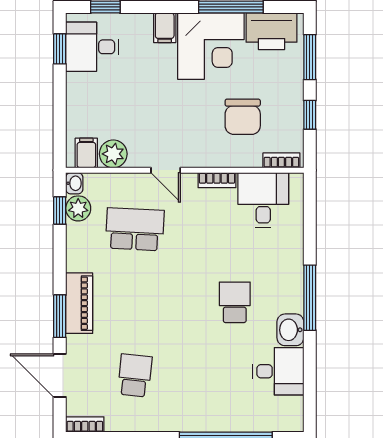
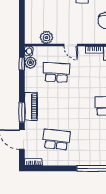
filing cabinet: (86, 153) -> (34, 37), removed
school desk: (135, 375) -> (56, 140), width x1.85

